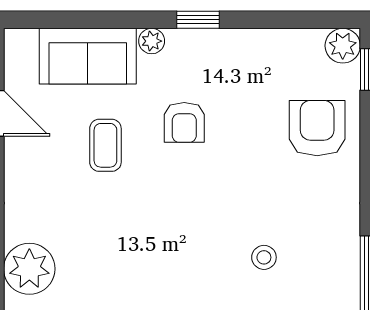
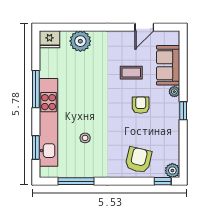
armchair: (184, 122) -> (141, 105), turned 90
armchair: (317, 128) -> (138, 160), turned -77

